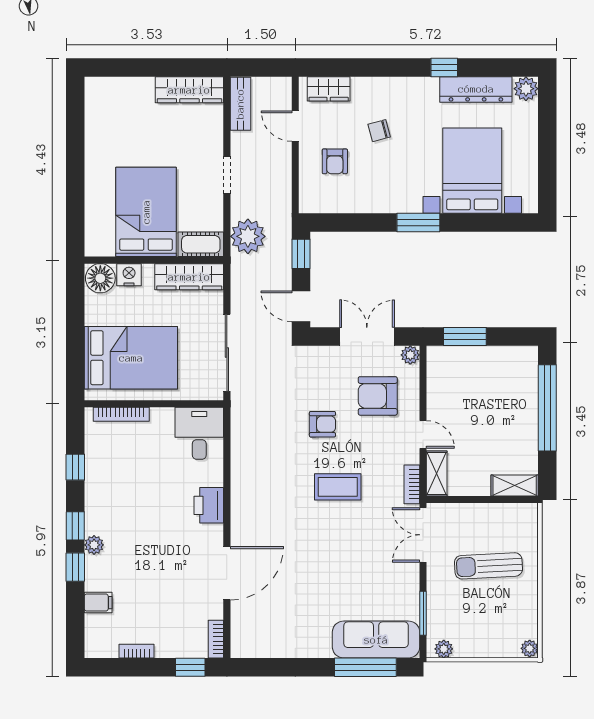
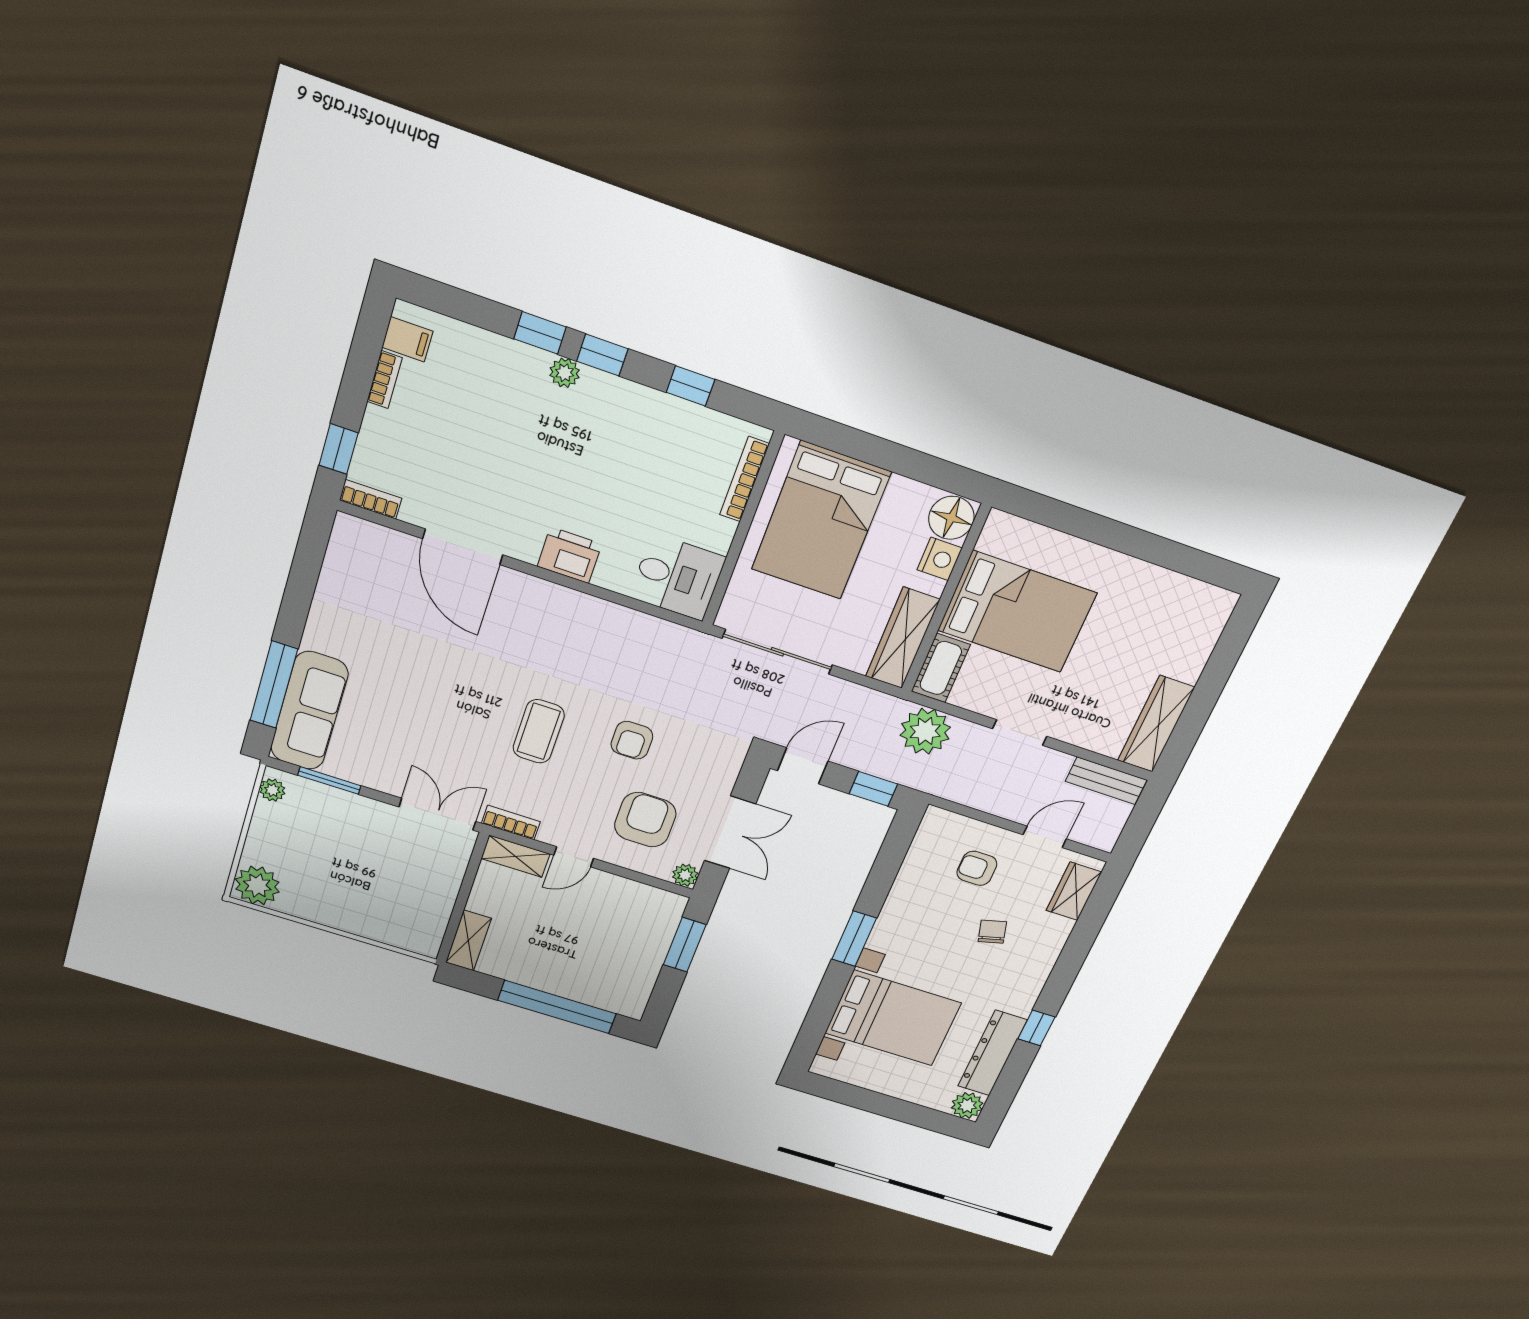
sun lounger: (488, 566) -> (371, 878), removed
filing cabinet: (98, 603) -> (407, 339), moved, turned -90
plant: (530, 648) -> (257, 886), width x1.88, depth x1.88

